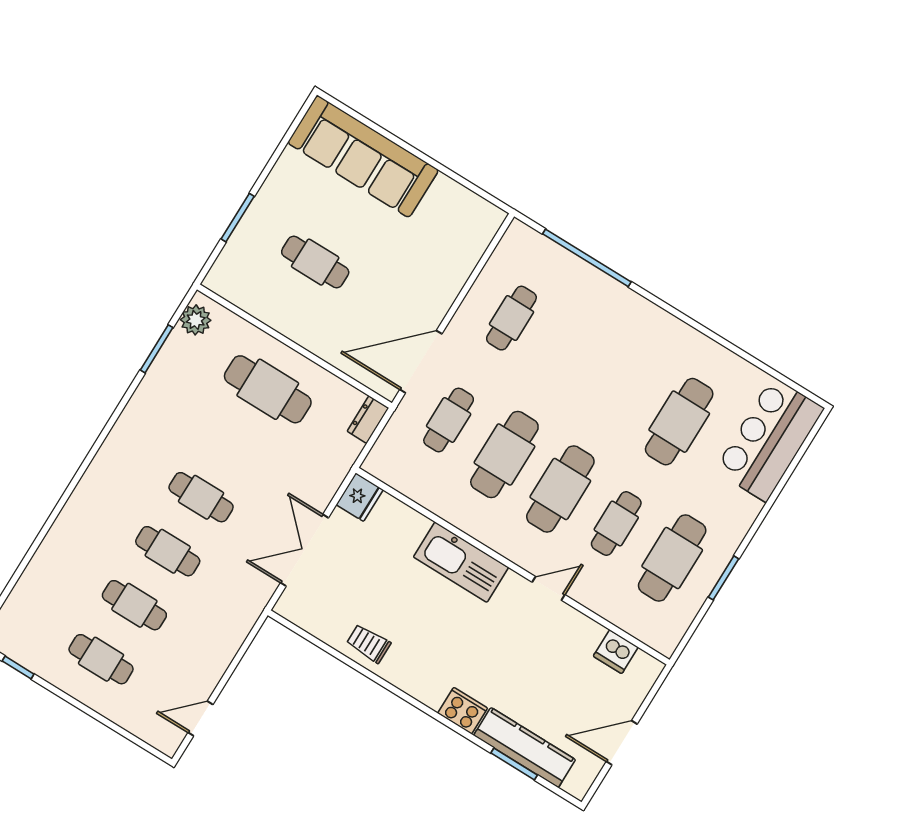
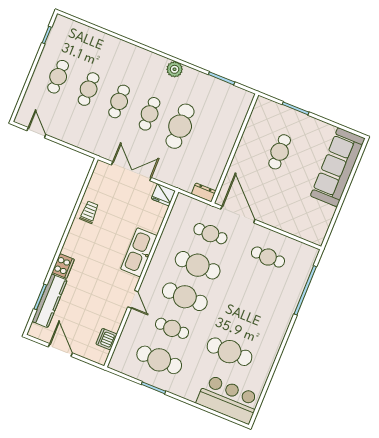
plant: (196, 320) -> (175, 69), moved
cafe table: (268, 389) -> (180, 126), moved

